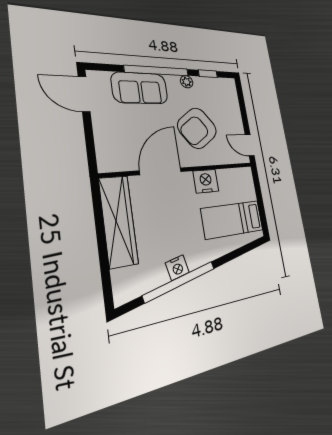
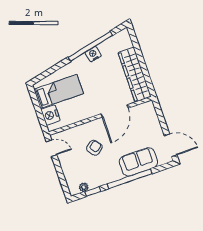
plant: (187, 82) -> (84, 187), moved
armchair: (197, 128) -> (94, 148), width x0.53, depth x0.53
nightstand: (206, 181) -> (51, 115), moved, turned 90

